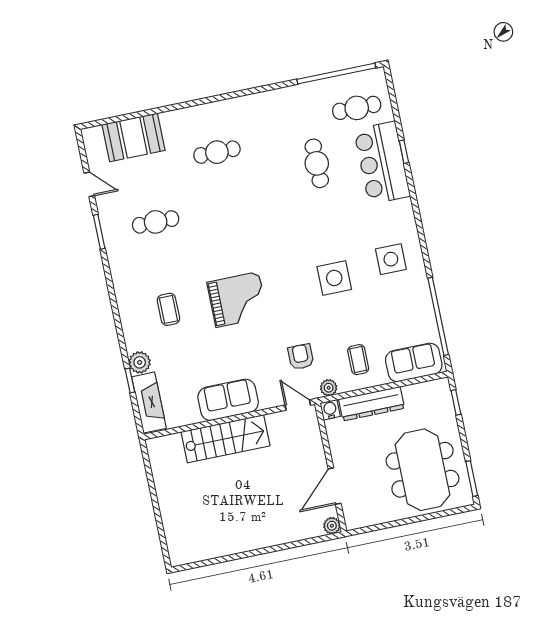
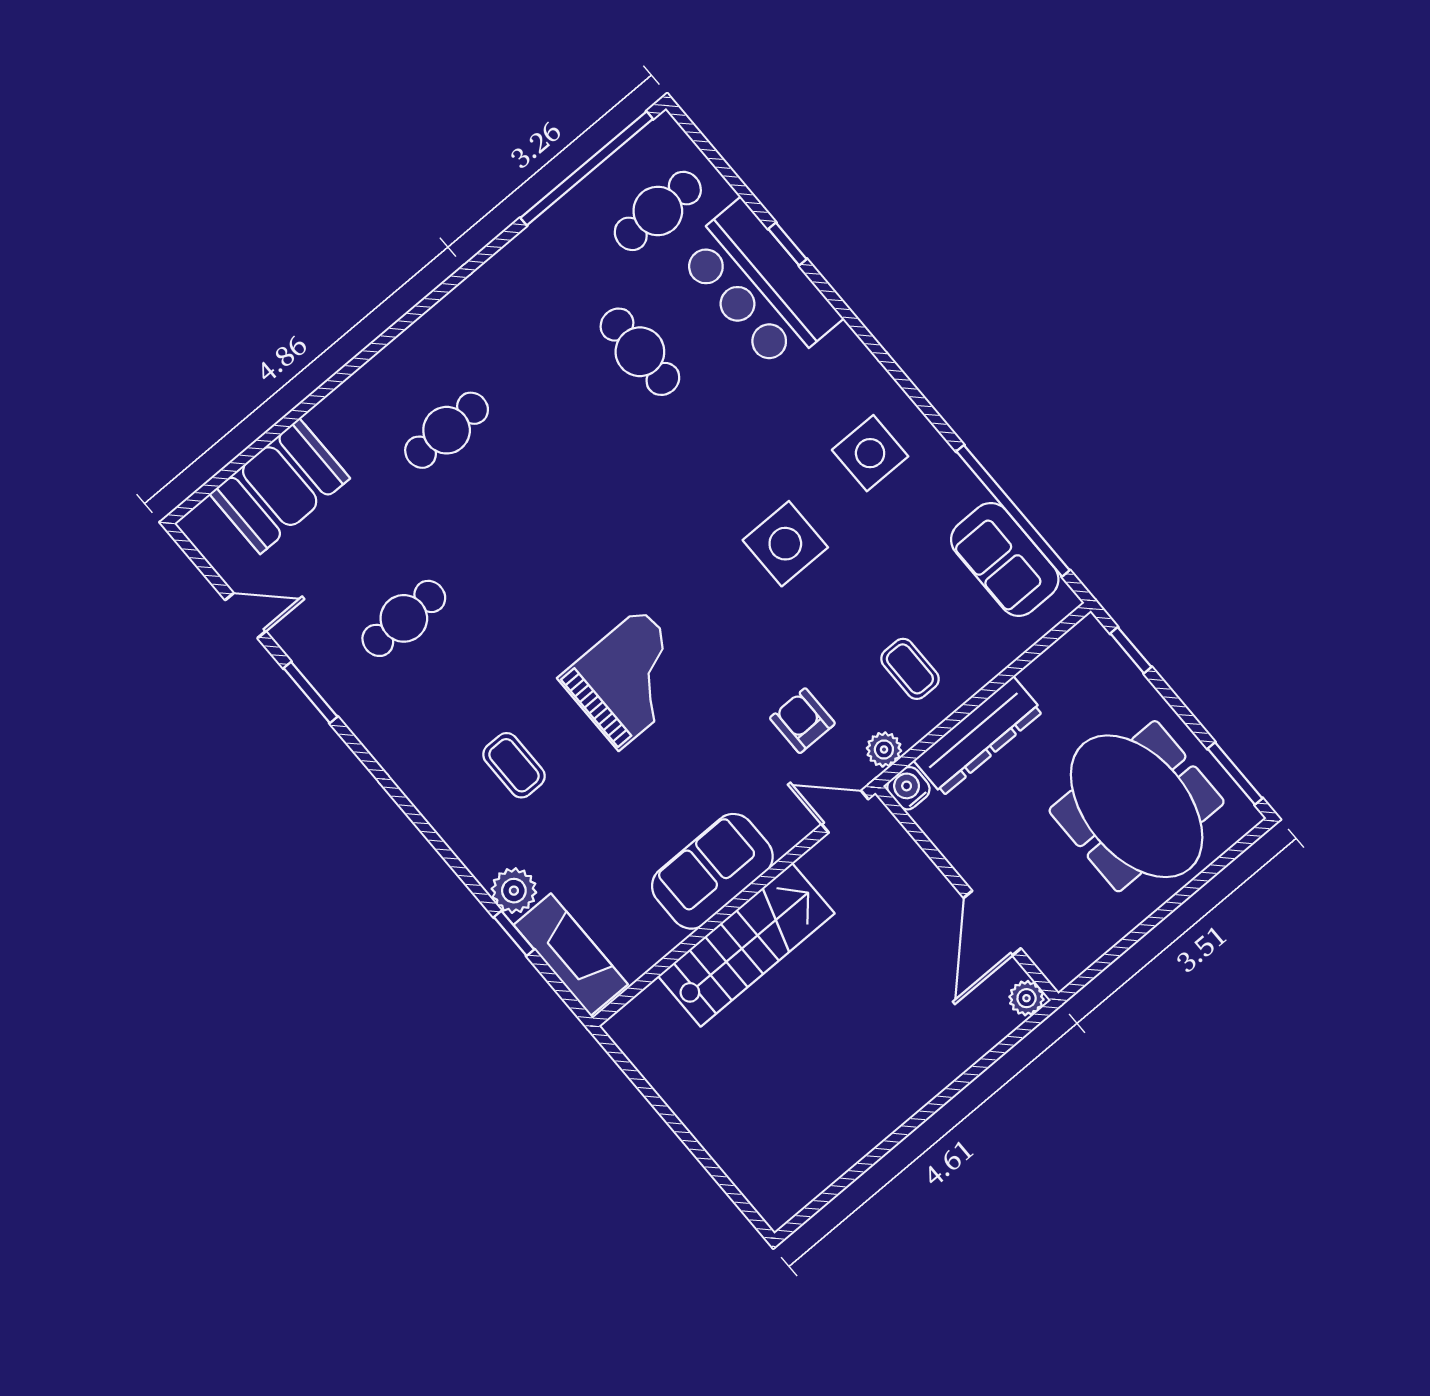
sofa: (414, 362) -> (1005, 559), moved, turned -90

